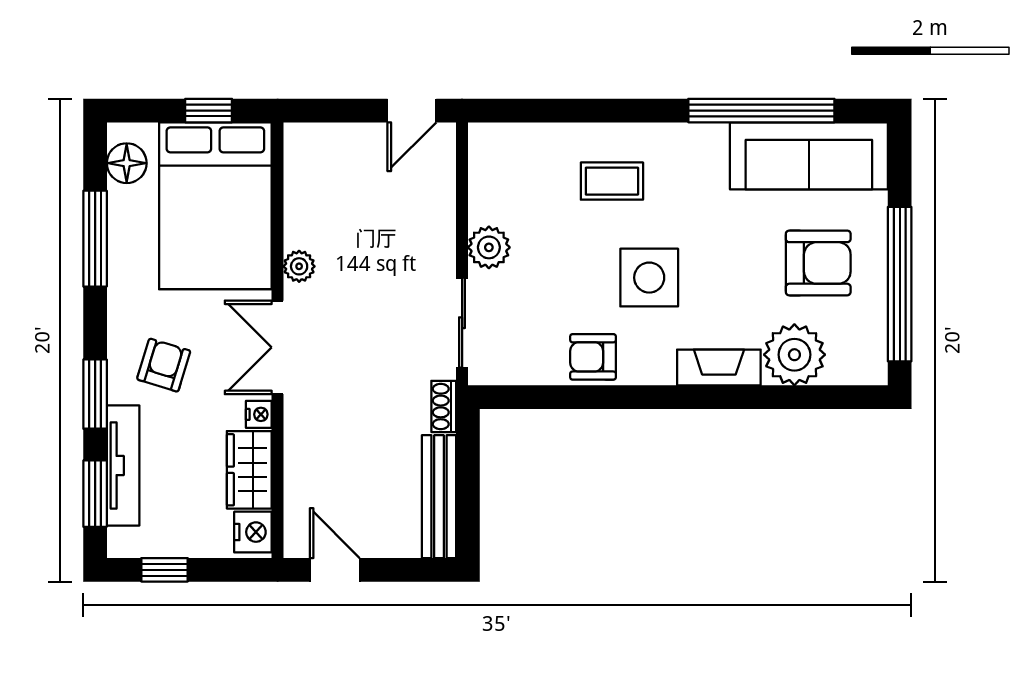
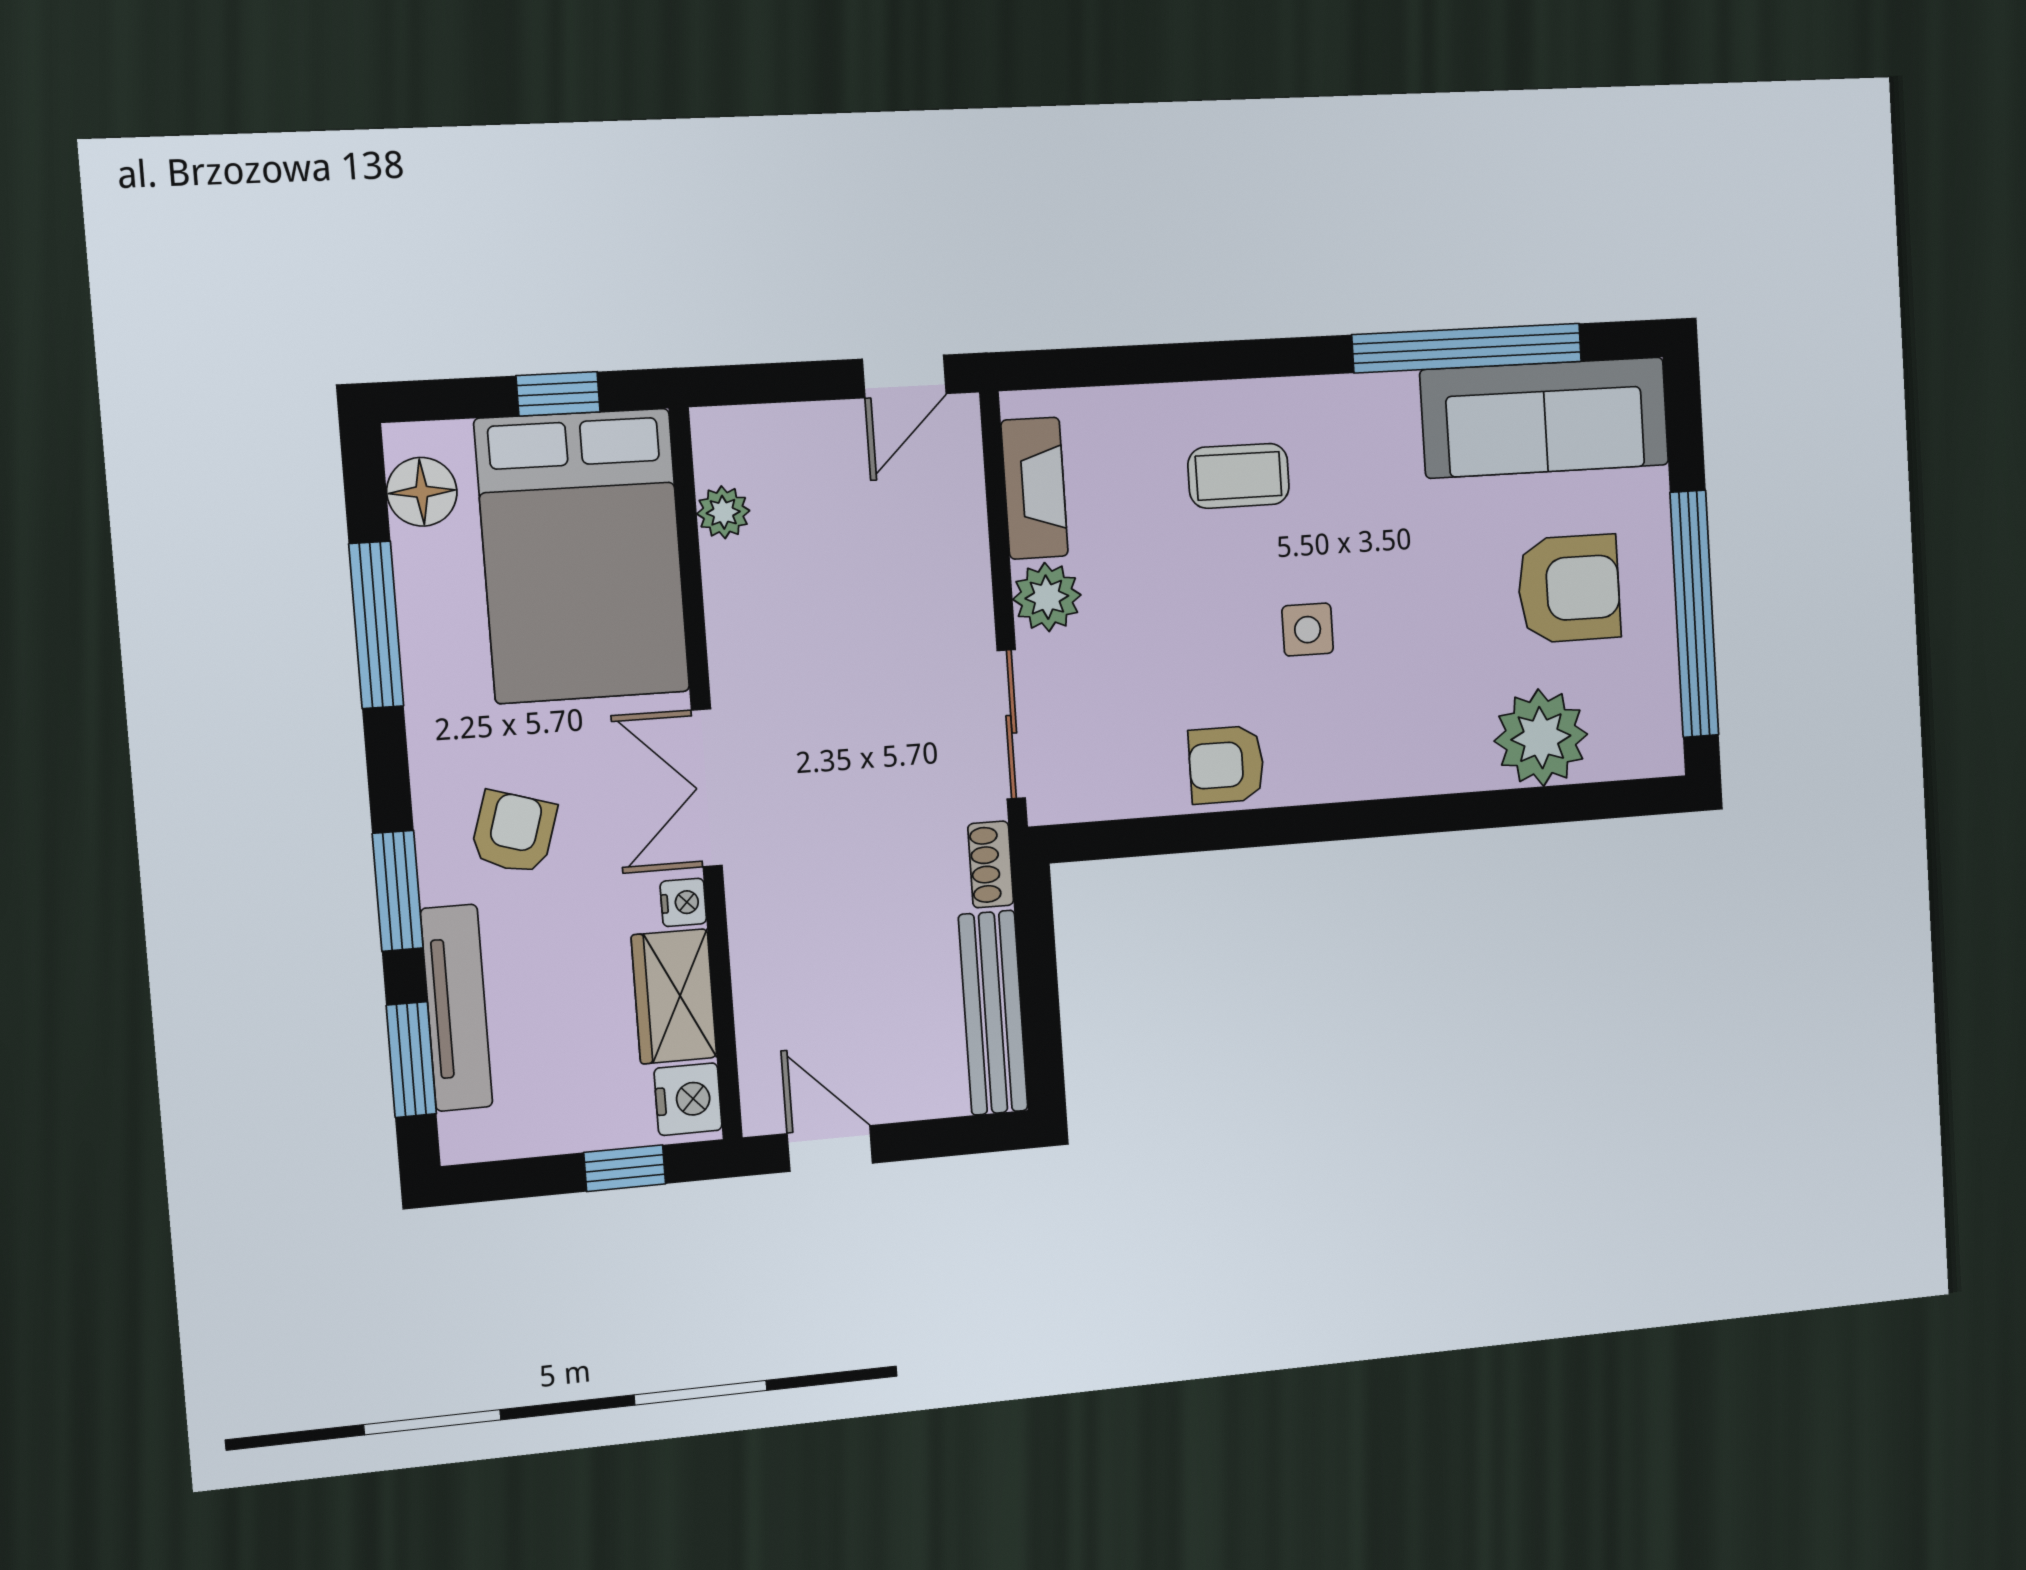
plant: (299, 266) -> (723, 512), moved
side table: (649, 278) -> (1308, 630), width x0.54, depth x0.54
fireplace: (719, 367) -> (1034, 488), moved, turned 90
window: (164, 570) -> (625, 1168), moved

